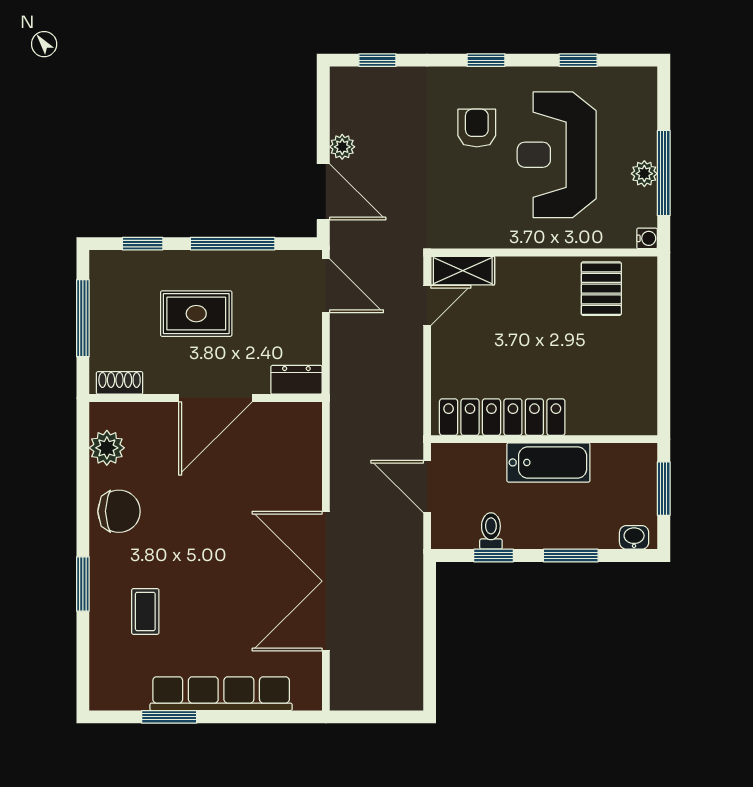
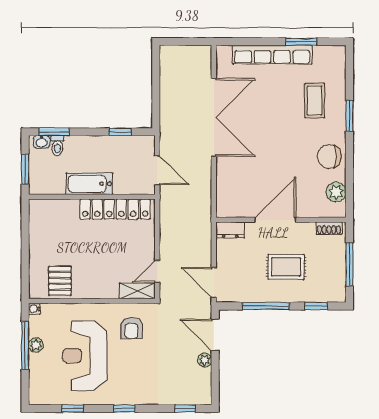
armchair: (477, 128) -> (132, 328), moved
reception desk: (557, 155) -> (85, 356), turned 180
toilet: (491, 531) -> (57, 145), moved
window: (571, 556) -> (54, 132), moved
coffee table: (145, 611) -> (315, 101), width x1.36, depth x1.30

